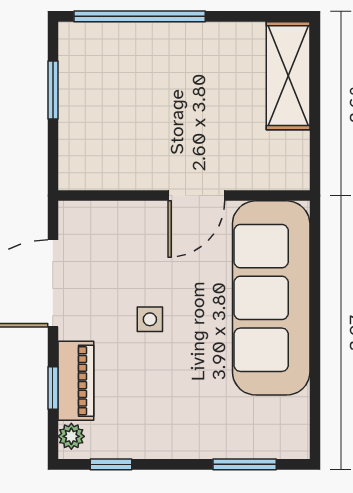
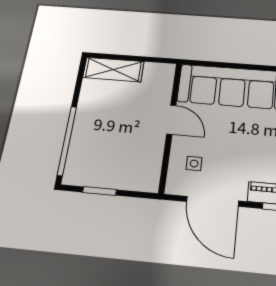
side table: (150, 319) -> (194, 164), moved

